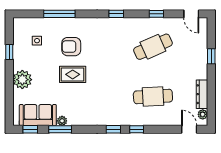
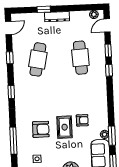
armchair: (71, 47) -> (41, 129), turned -90
cafe table: (153, 47) -> (38, 59), turned 36
dresser: (202, 94) -> (57, 17), moved
armchair: (80, 95) -> (82, 120), added
window: (113, 129) -> (108, 50), moved

